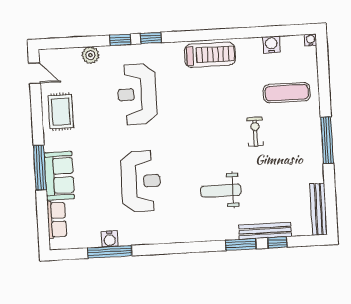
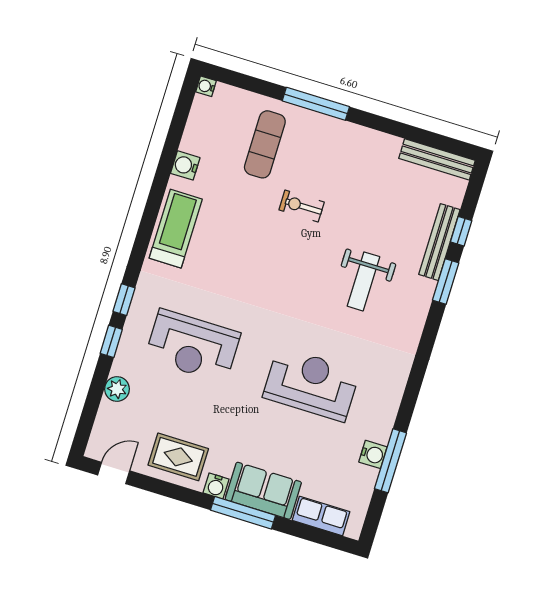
water cooler: (271, 45) -> (185, 165), moved
window: (327, 140) -> (316, 104), moved
water cooler: (51, 144) -> (216, 486), added

